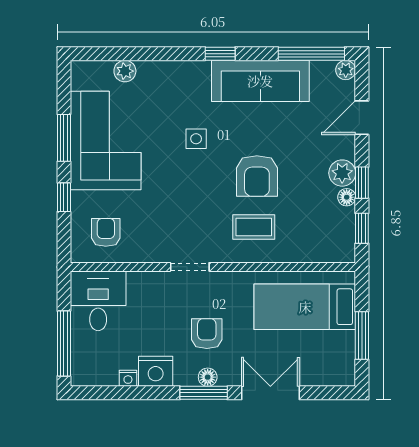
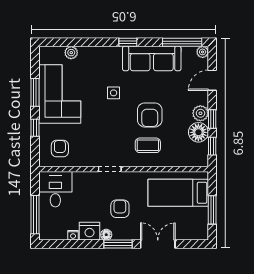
floor lamp: (347, 197) -> (198, 132), width x1.89, depth x1.89
floor lamp: (208, 377) -> (106, 235), moved

